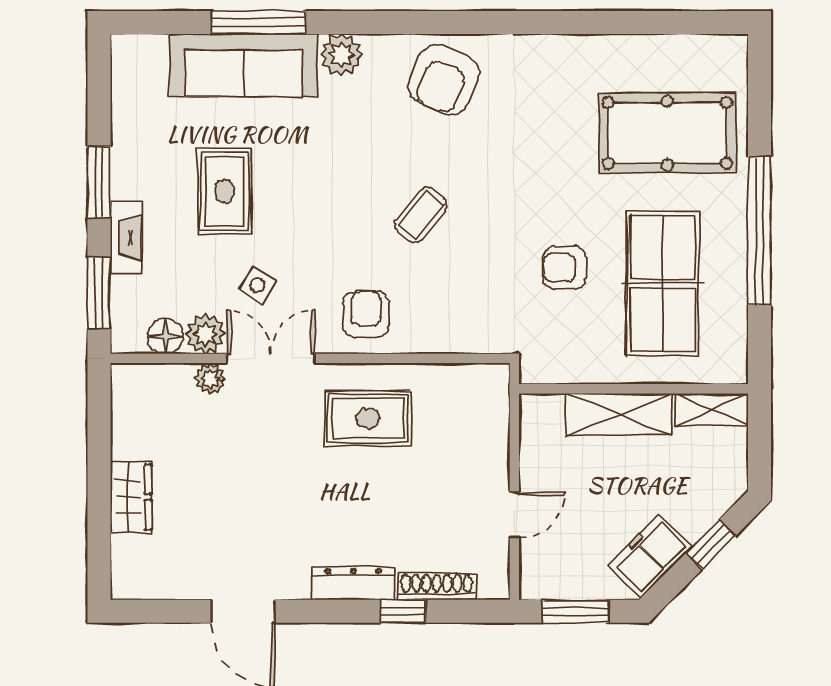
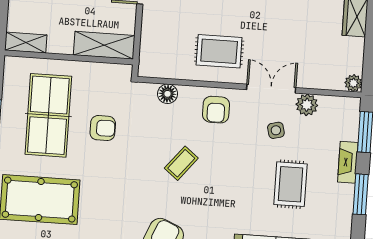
side table: (257, 285) -> (276, 130), turned 45
floor lamp: (165, 336) -> (168, 94), moved
double door: (271, 358) -> (271, 89), swing flipped
plant: (210, 378) -> (353, 83), moved
shelving: (619, 415) -> (104, 45), moved

